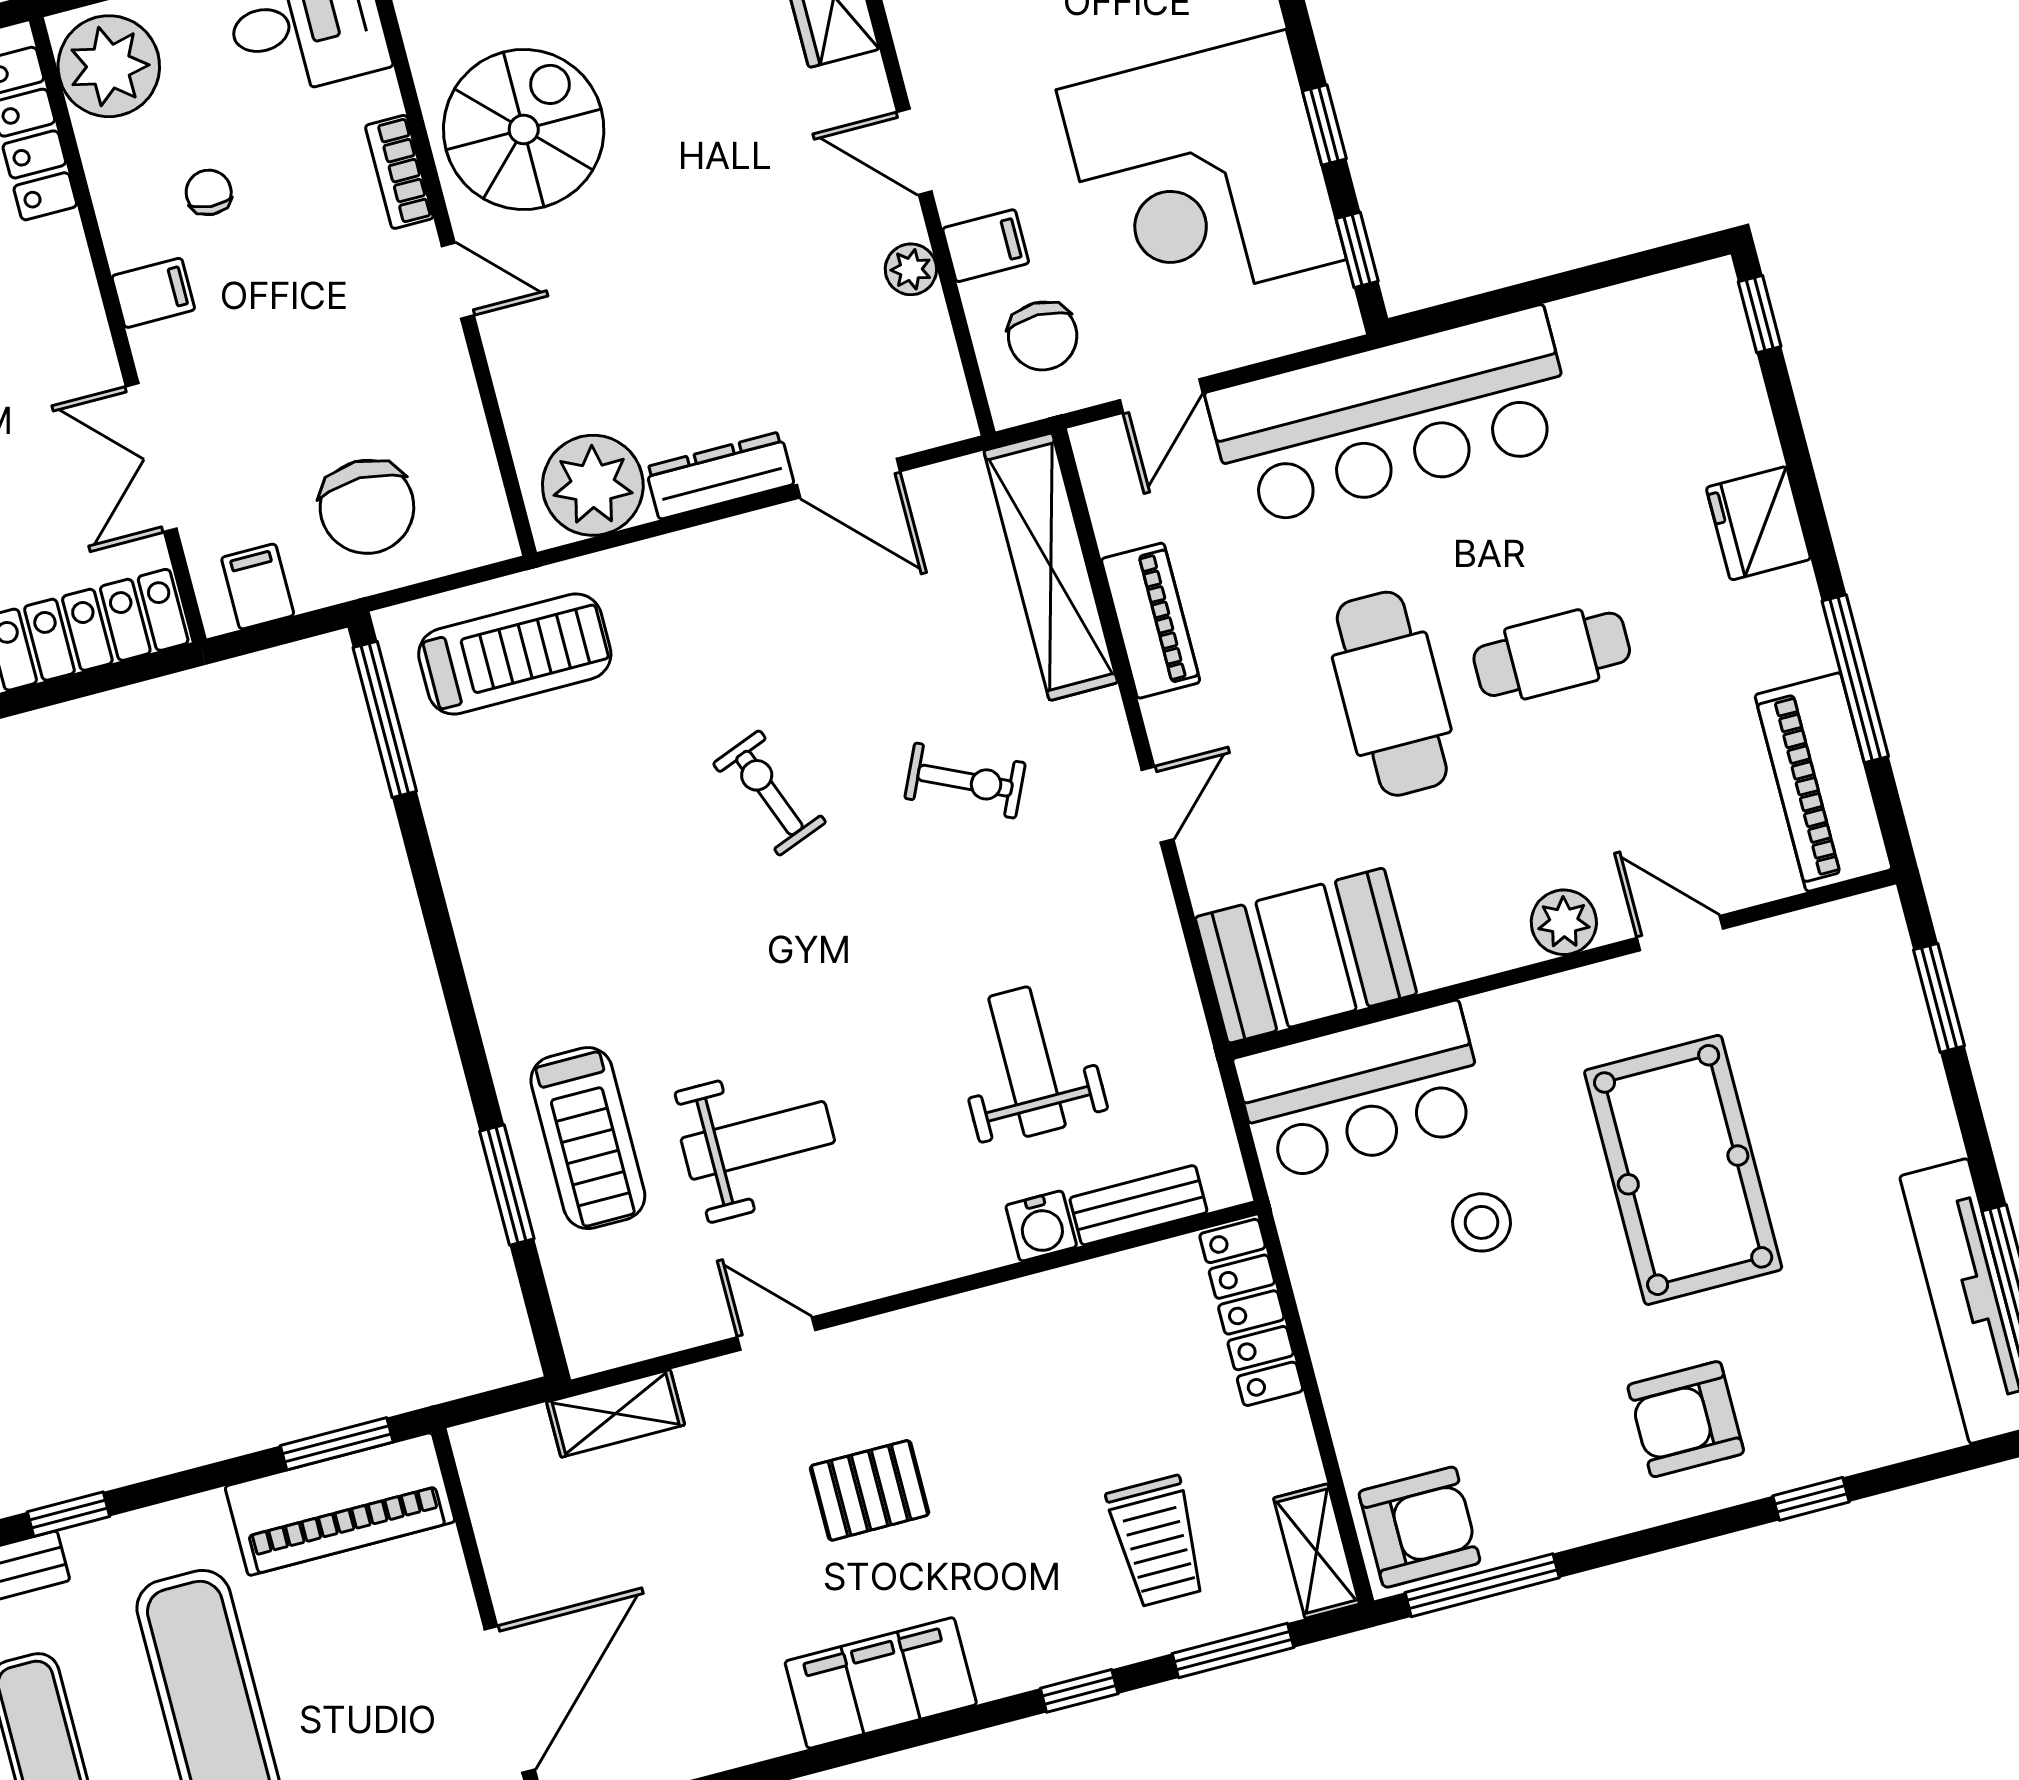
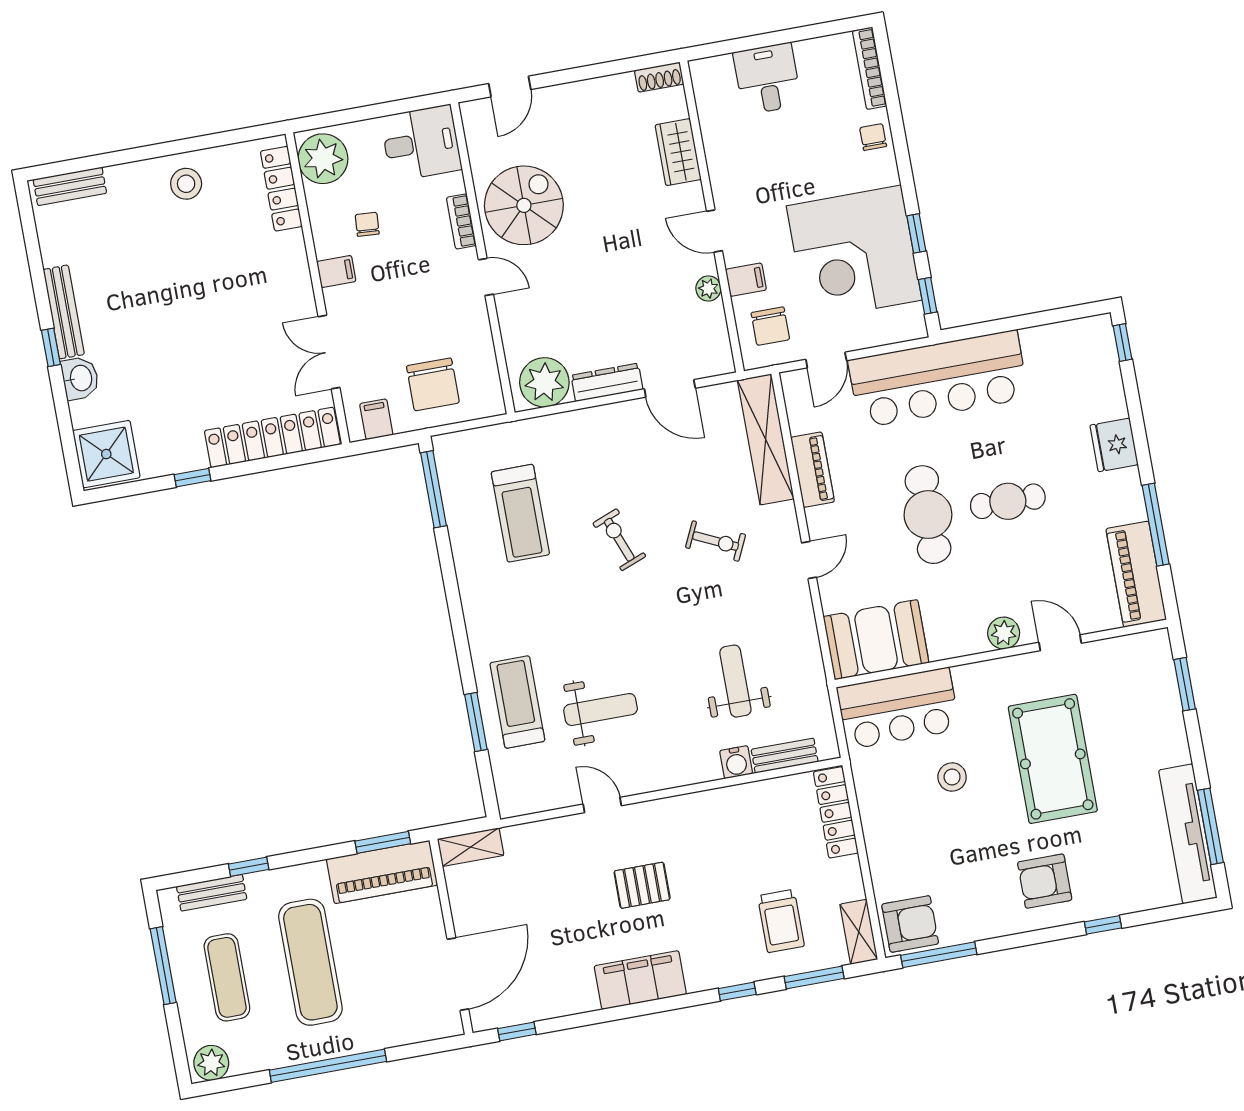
treadmill: (515, 654) -> (520, 513), moved, turned 90
treadmill: (588, 1138) -> (517, 702), turned 180
shelving: (616, 1413) -> (471, 847), moved

